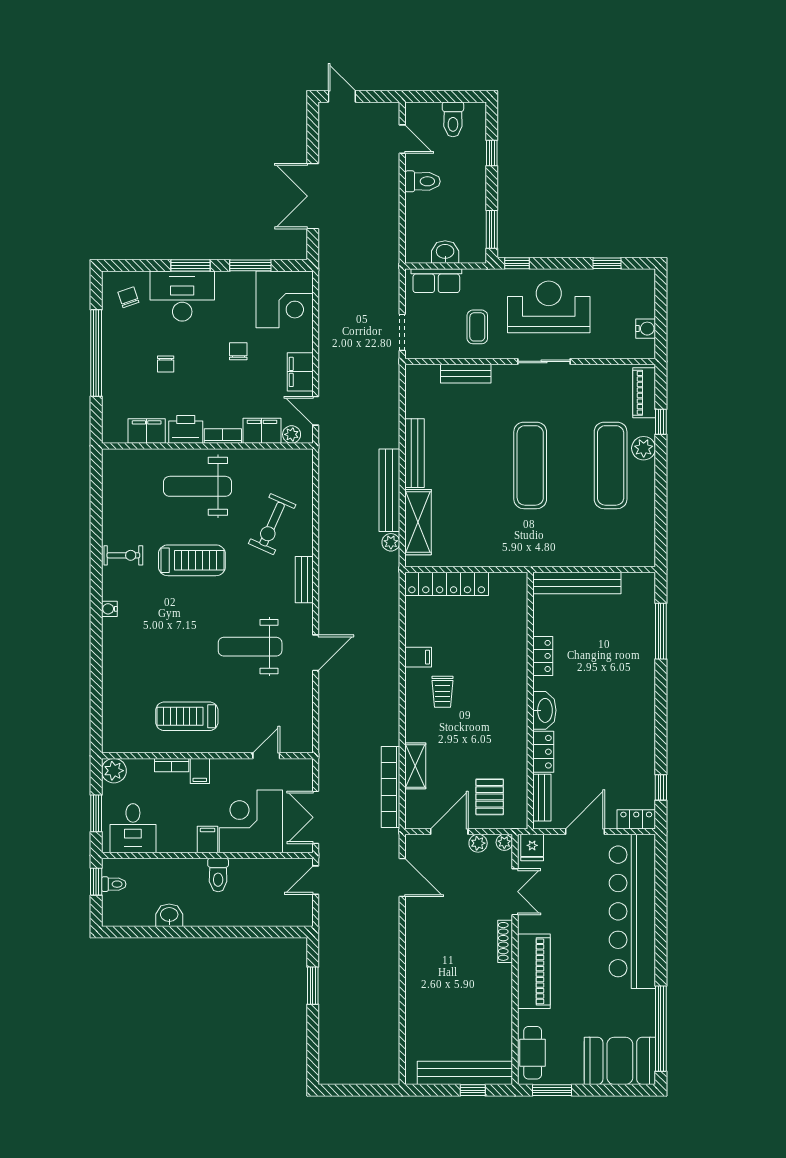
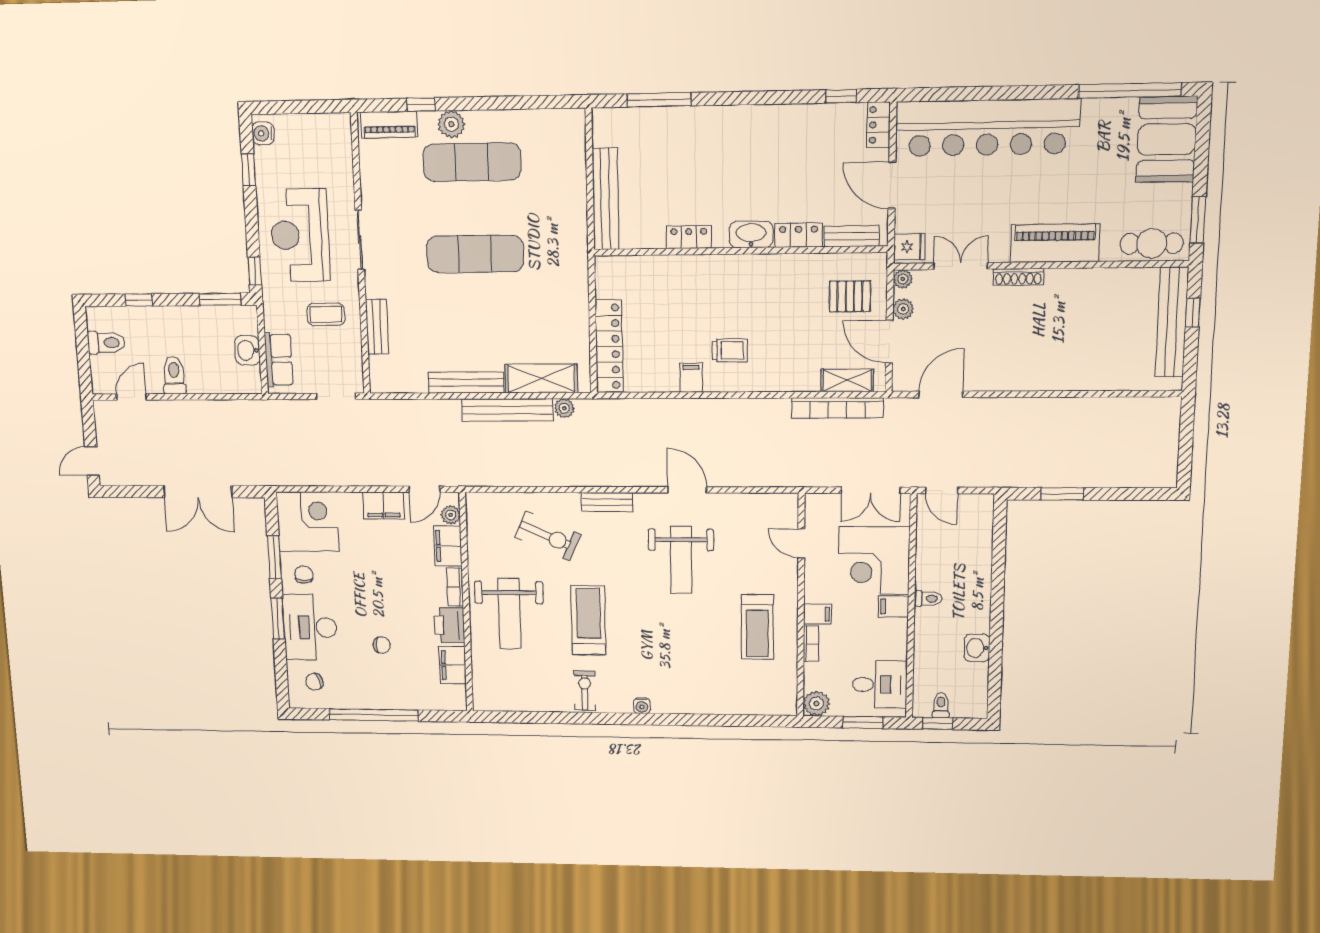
water cooler: (646, 329) -> (263, 133), moved, turned -90
chair: (238, 351) -> (304, 575), moved, turned 90
shelving: (415, 766) -> (847, 380), moved
toilet: (218, 875) -> (928, 599), width x0.73, depth x0.72

